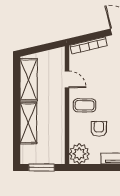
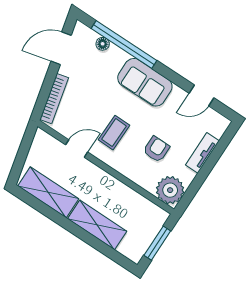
coffee table: (85, 105) -> (114, 133), moved
armchair: (99, 129) -> (156, 149), turned 90

